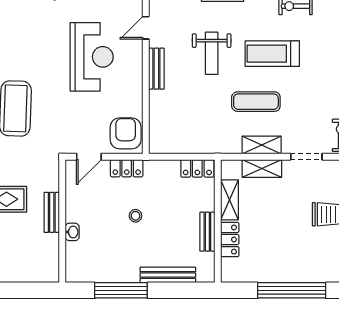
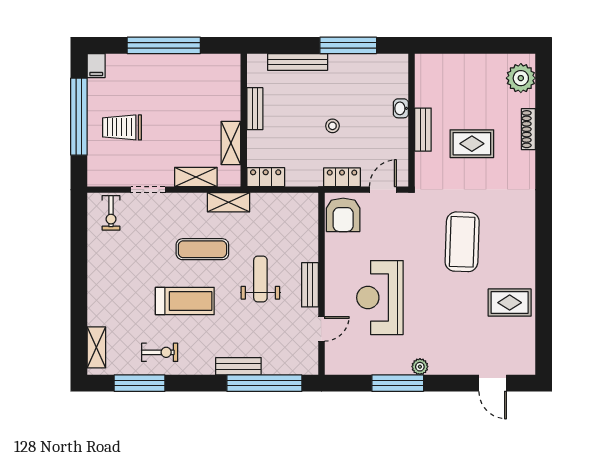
weight bench: (212, 53) -> (260, 279), moved
shelving: (262, 145) -> (229, 202), moved
locker: (230, 240) -> (231, 100), removed

